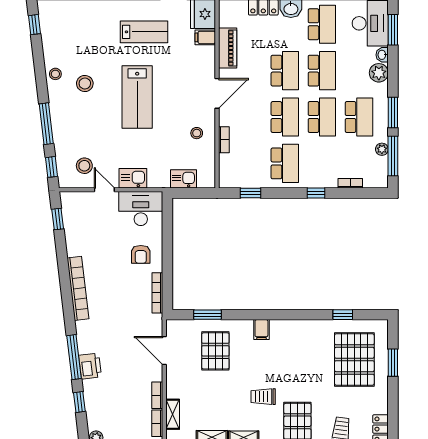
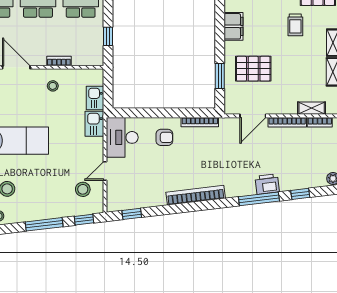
kitchen sink: (133, 178) -> (94, 124), moved
filing cabinet: (261, 330) -> (234, 26), width x2.00
bookcase: (157, 395) -> (287, 122), width x1.56

